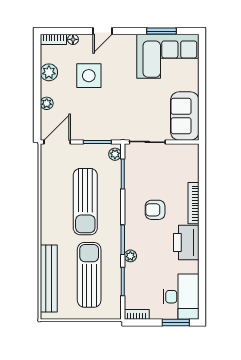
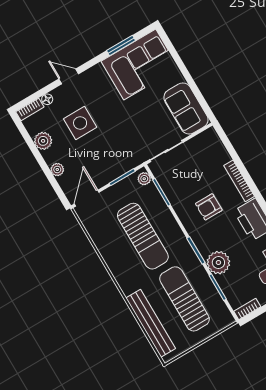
door: (102, 31) -> (69, 76), swing flipped
plant: (130, 256) -> (218, 263), width x1.88, depth x1.88

